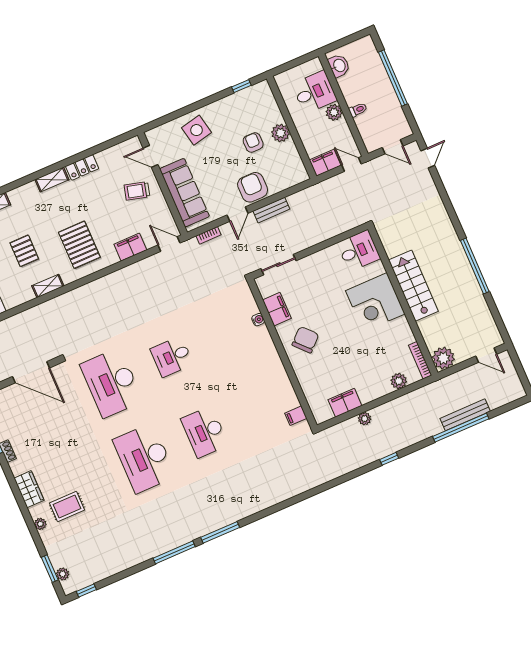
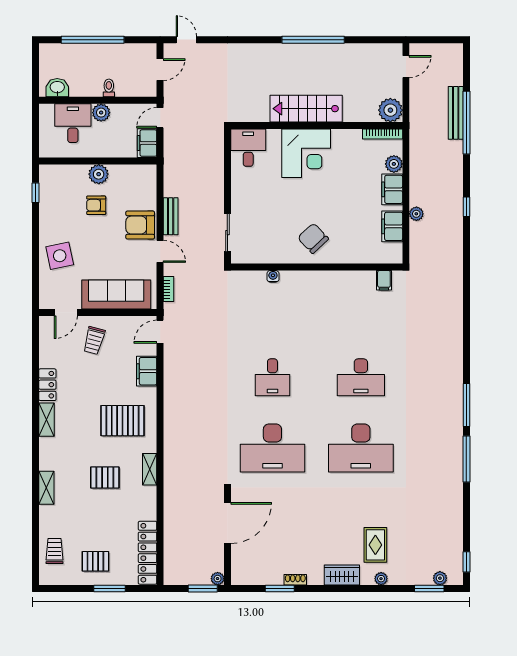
filing cabinet: (277, 309) -> (392, 189), moved, turned -90

